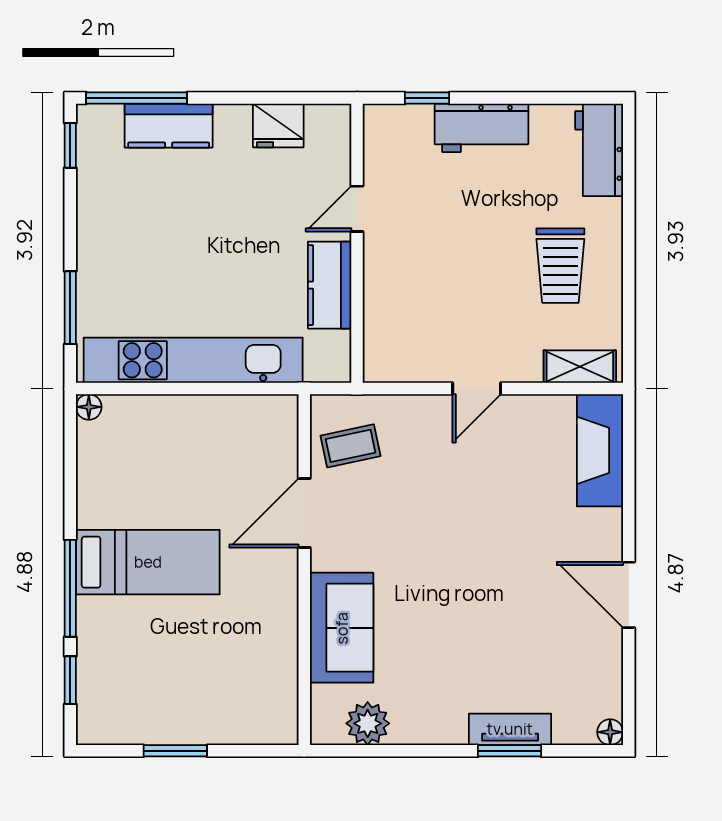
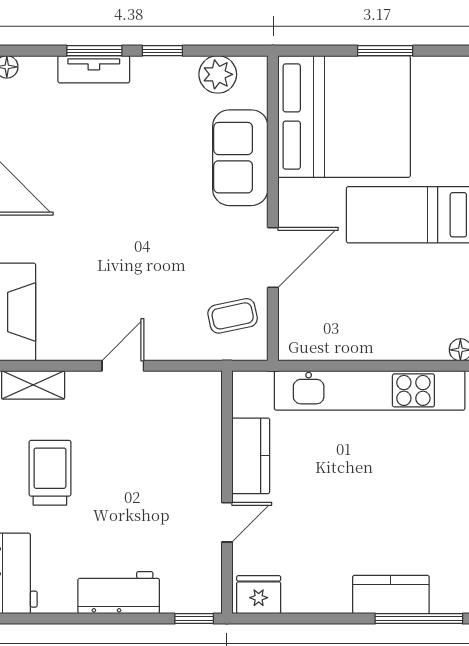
window: (427, 98) -> (194, 619), moved
fridge: (278, 126) -> (259, 595), moved
bed: (222, 675) -> (344, 117), added
window: (431, 751) -> (162, 51), added

